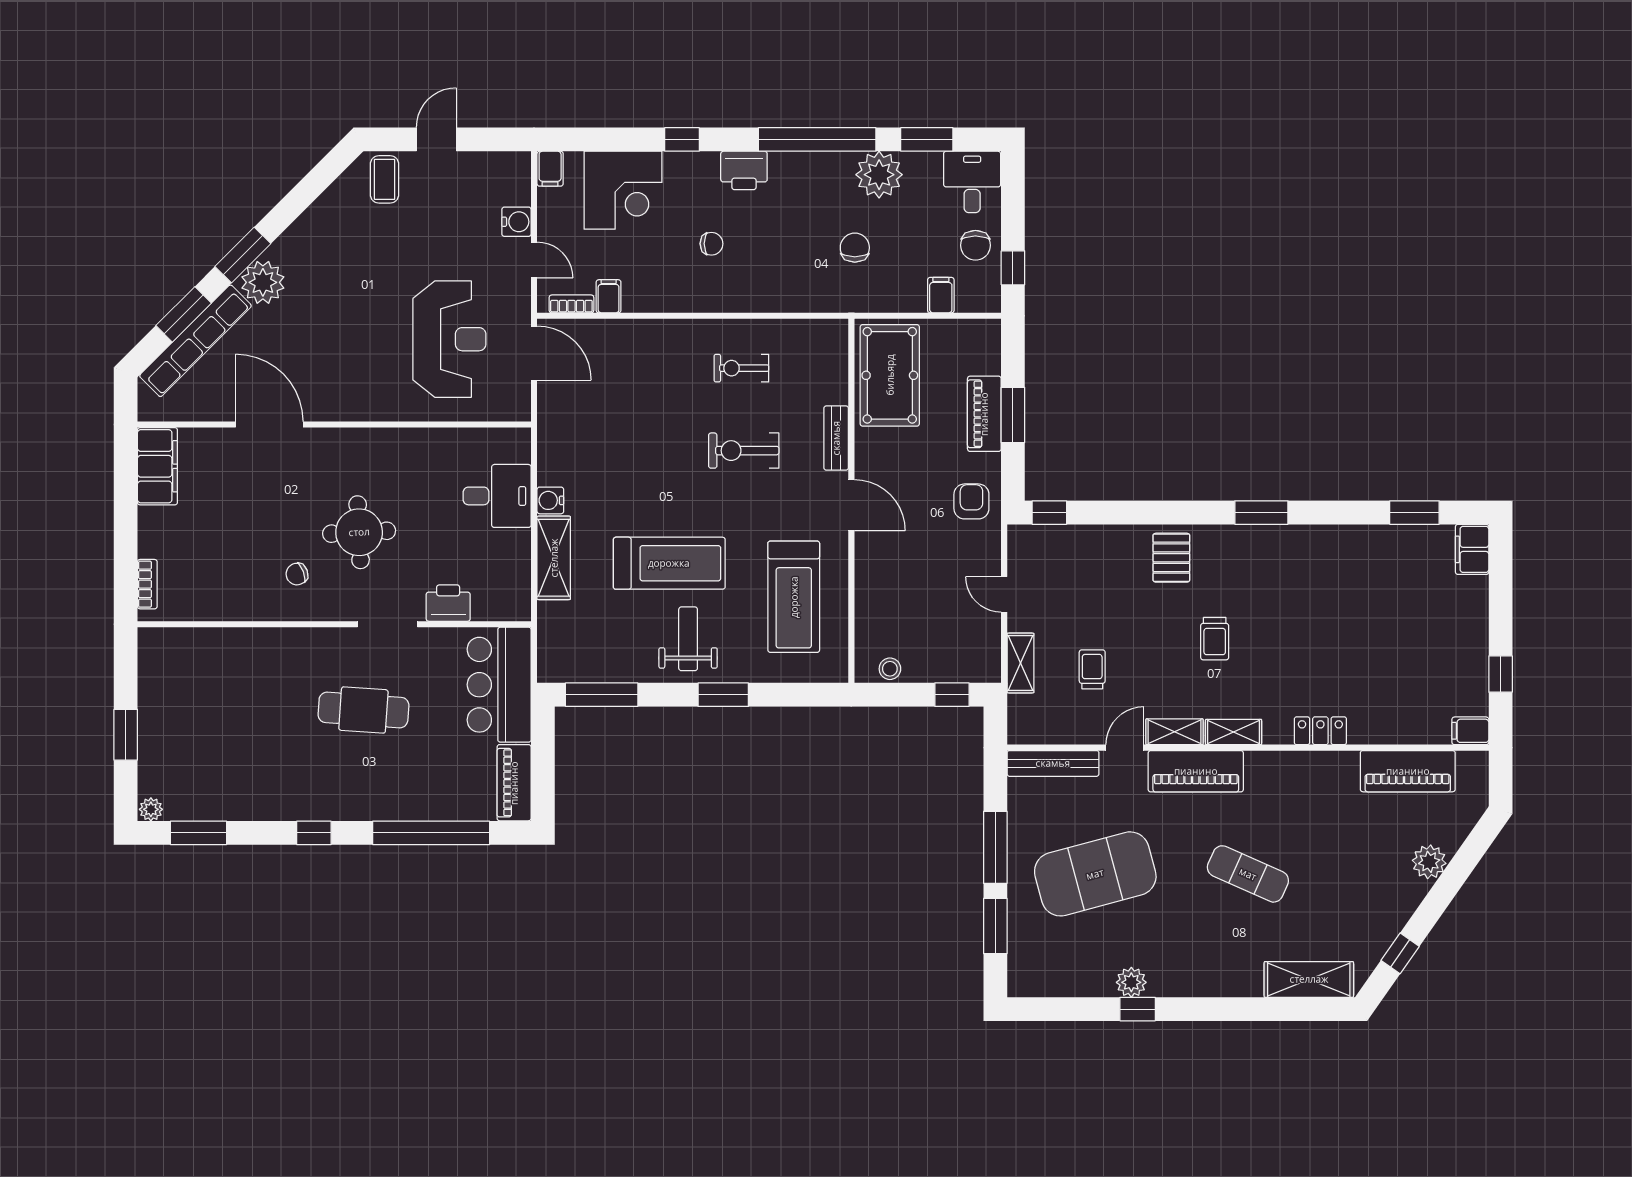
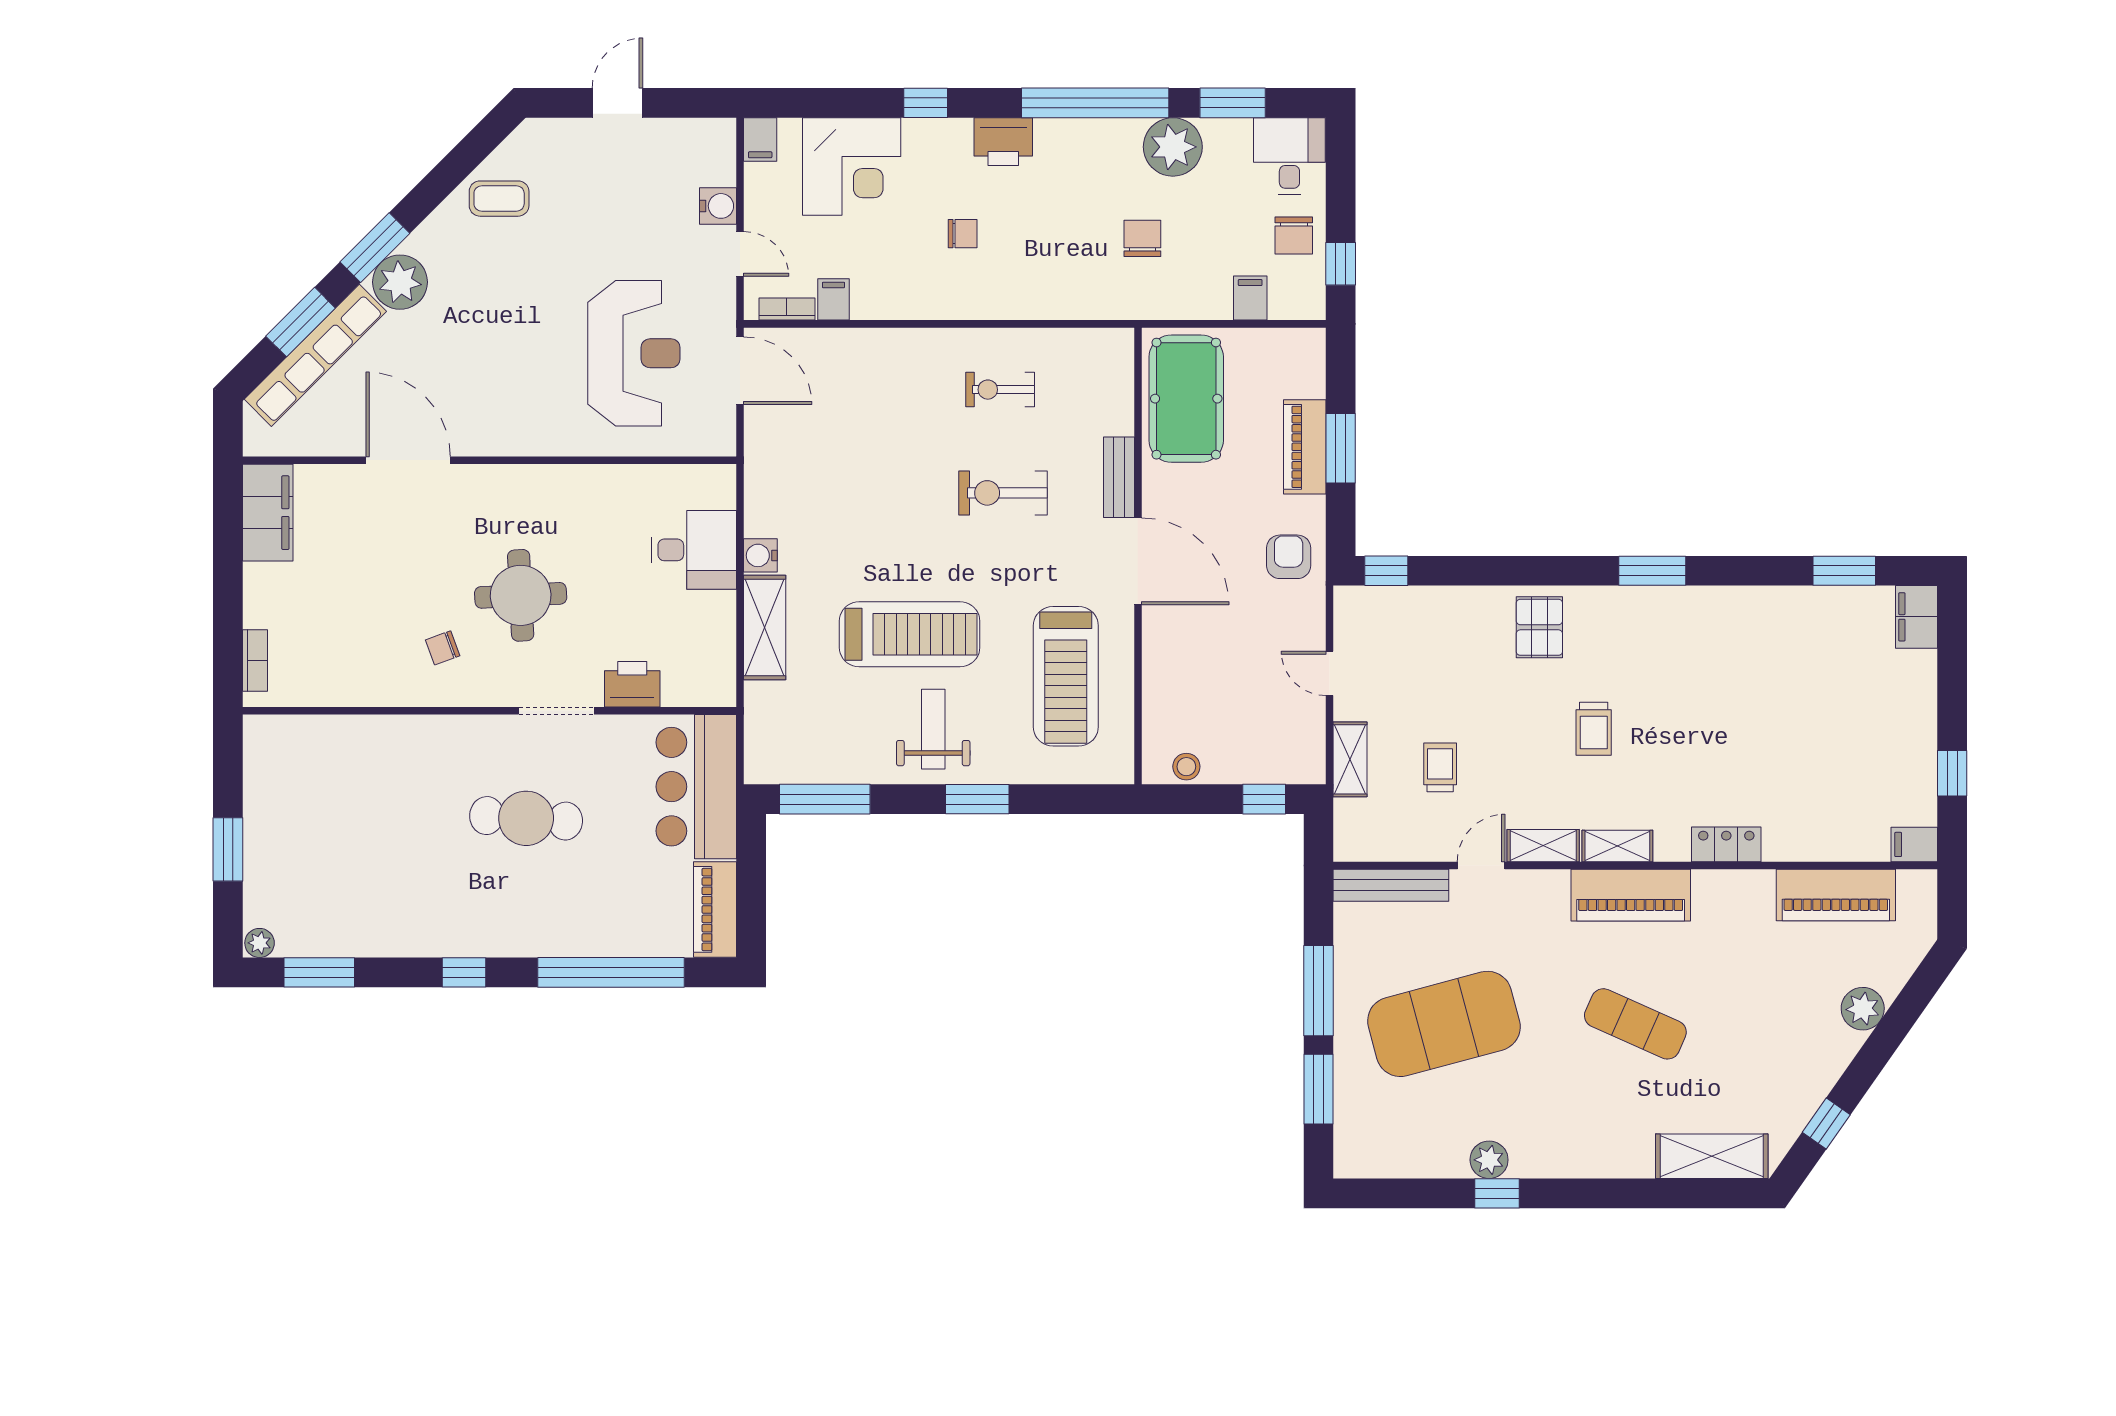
coffee table: (384, 179) -> (499, 199), moved, turned 90
door: (851, 505) -> (1138, 561), width x1.36
piano: (1196, 771) -> (1631, 895), moved

